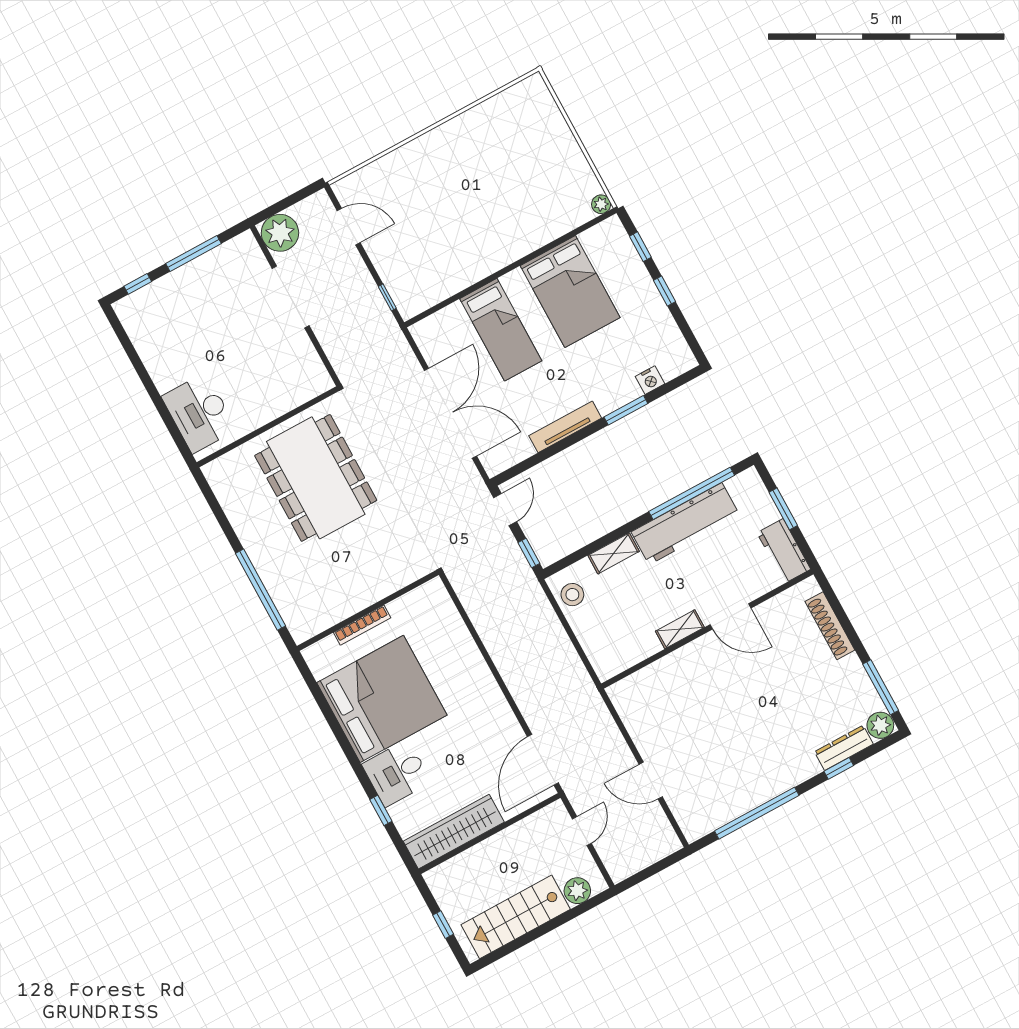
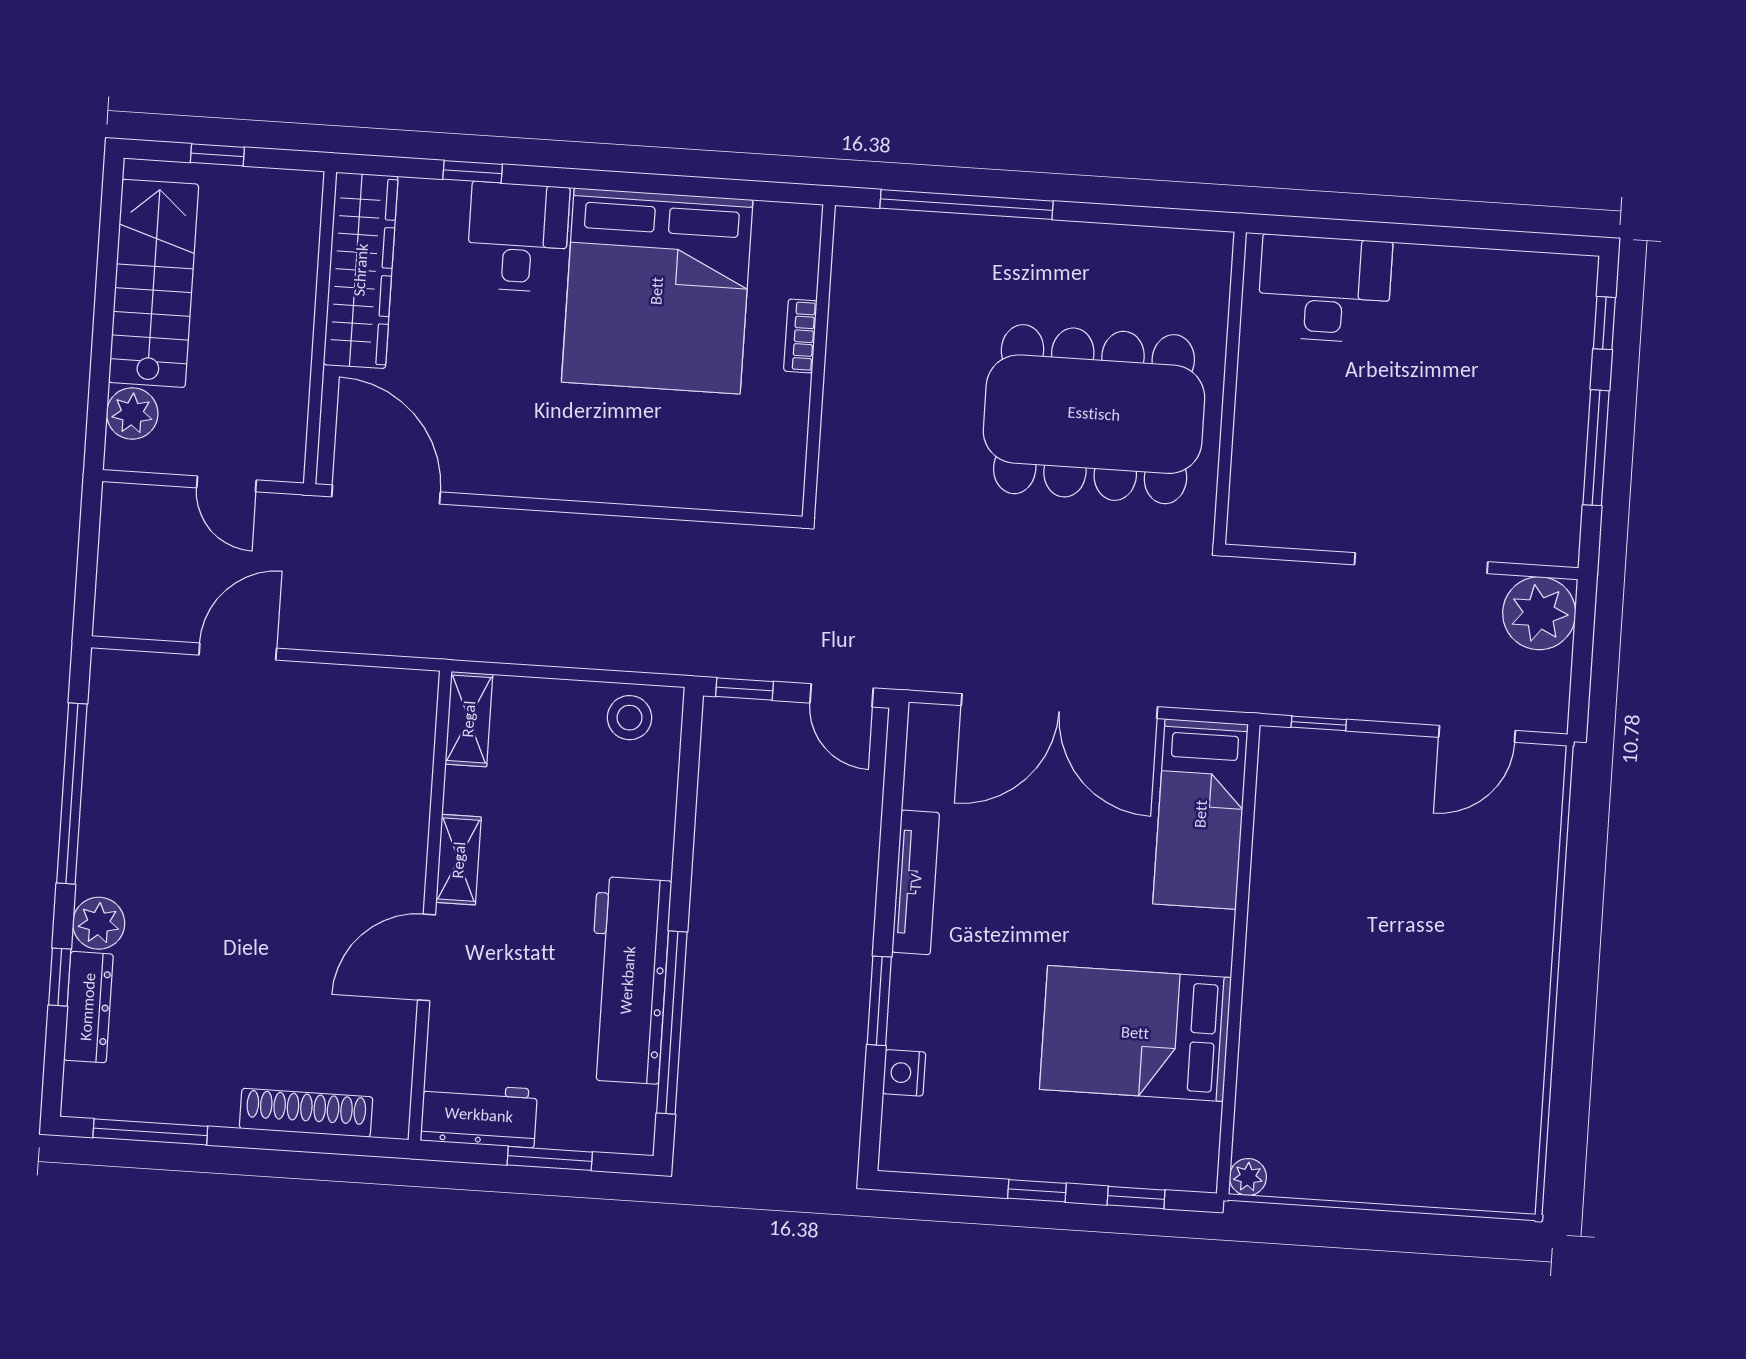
bed: (501, 330) -> (1201, 814), moved, turned -90
shelving: (614, 553) -> (469, 719), moved
bookcase: (362, 625) -> (800, 336), width x0.64
plant: (880, 725) -> (99, 923), moved

